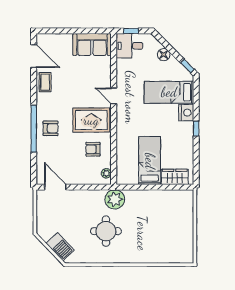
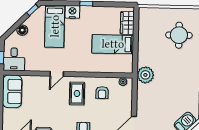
rug: (91, 120) -> (77, 93), width x0.73, depth x0.70
round table: (106, 231) -> (179, 35), moved

